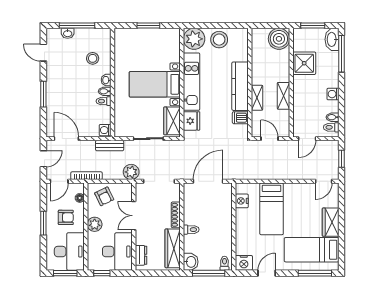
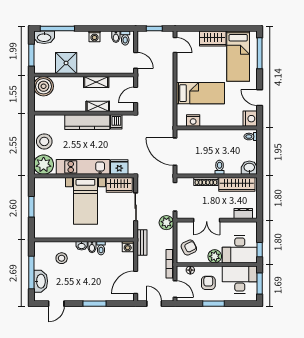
washbasin: (68, 33) -> (41, 281), width x1.91, depth x1.45
desk: (117, 252) -> (240, 249), moved, turned 180
window: (209, 273) -> (260, 151), removed

